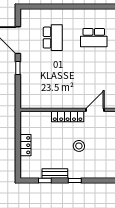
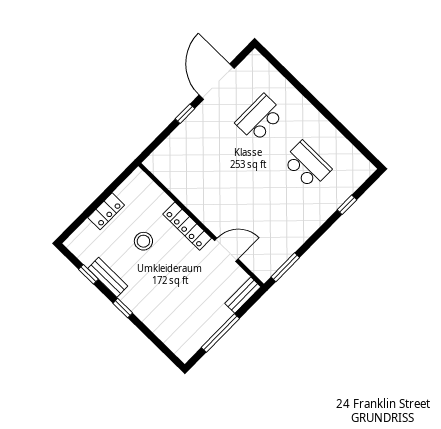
school desk: (53, 38) -> (260, 118), turned 180
school desk: (94, 38) -> (307, 165), turned 180
stool: (79, 146) -> (143, 241), moved

